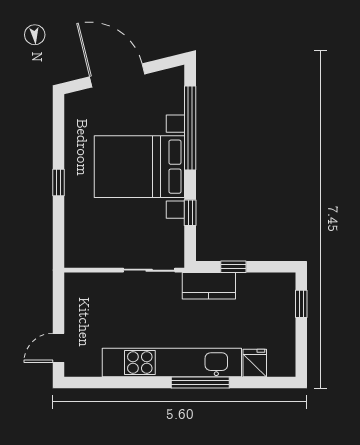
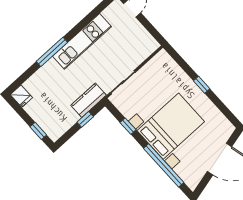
kitchen unit: (172, 362) -> (82, 41), width x0.73
fridge: (255, 363) -> (21, 96), moved

